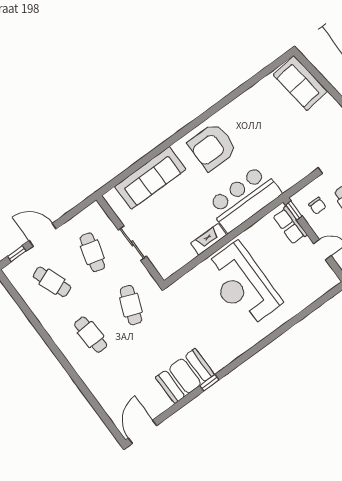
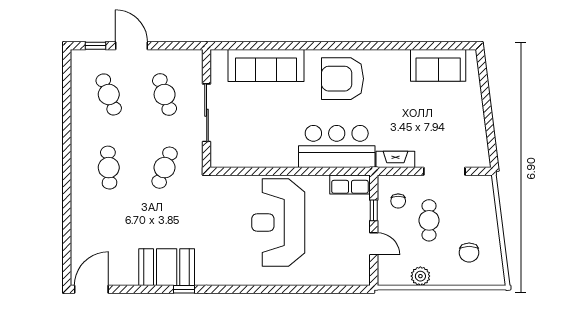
sofa: (301, 83) -> (438, 65), moved, turned -83
window: (294, 210) -> (374, 210), moved
row of seats: (290, 225) -> (350, 184), moved, turned -90
fireplace: (209, 239) -> (395, 159), moved
sliding door: (132, 243) -> (207, 113), width x1.37
cafe table: (92, 252) -> (165, 94), turned -33

